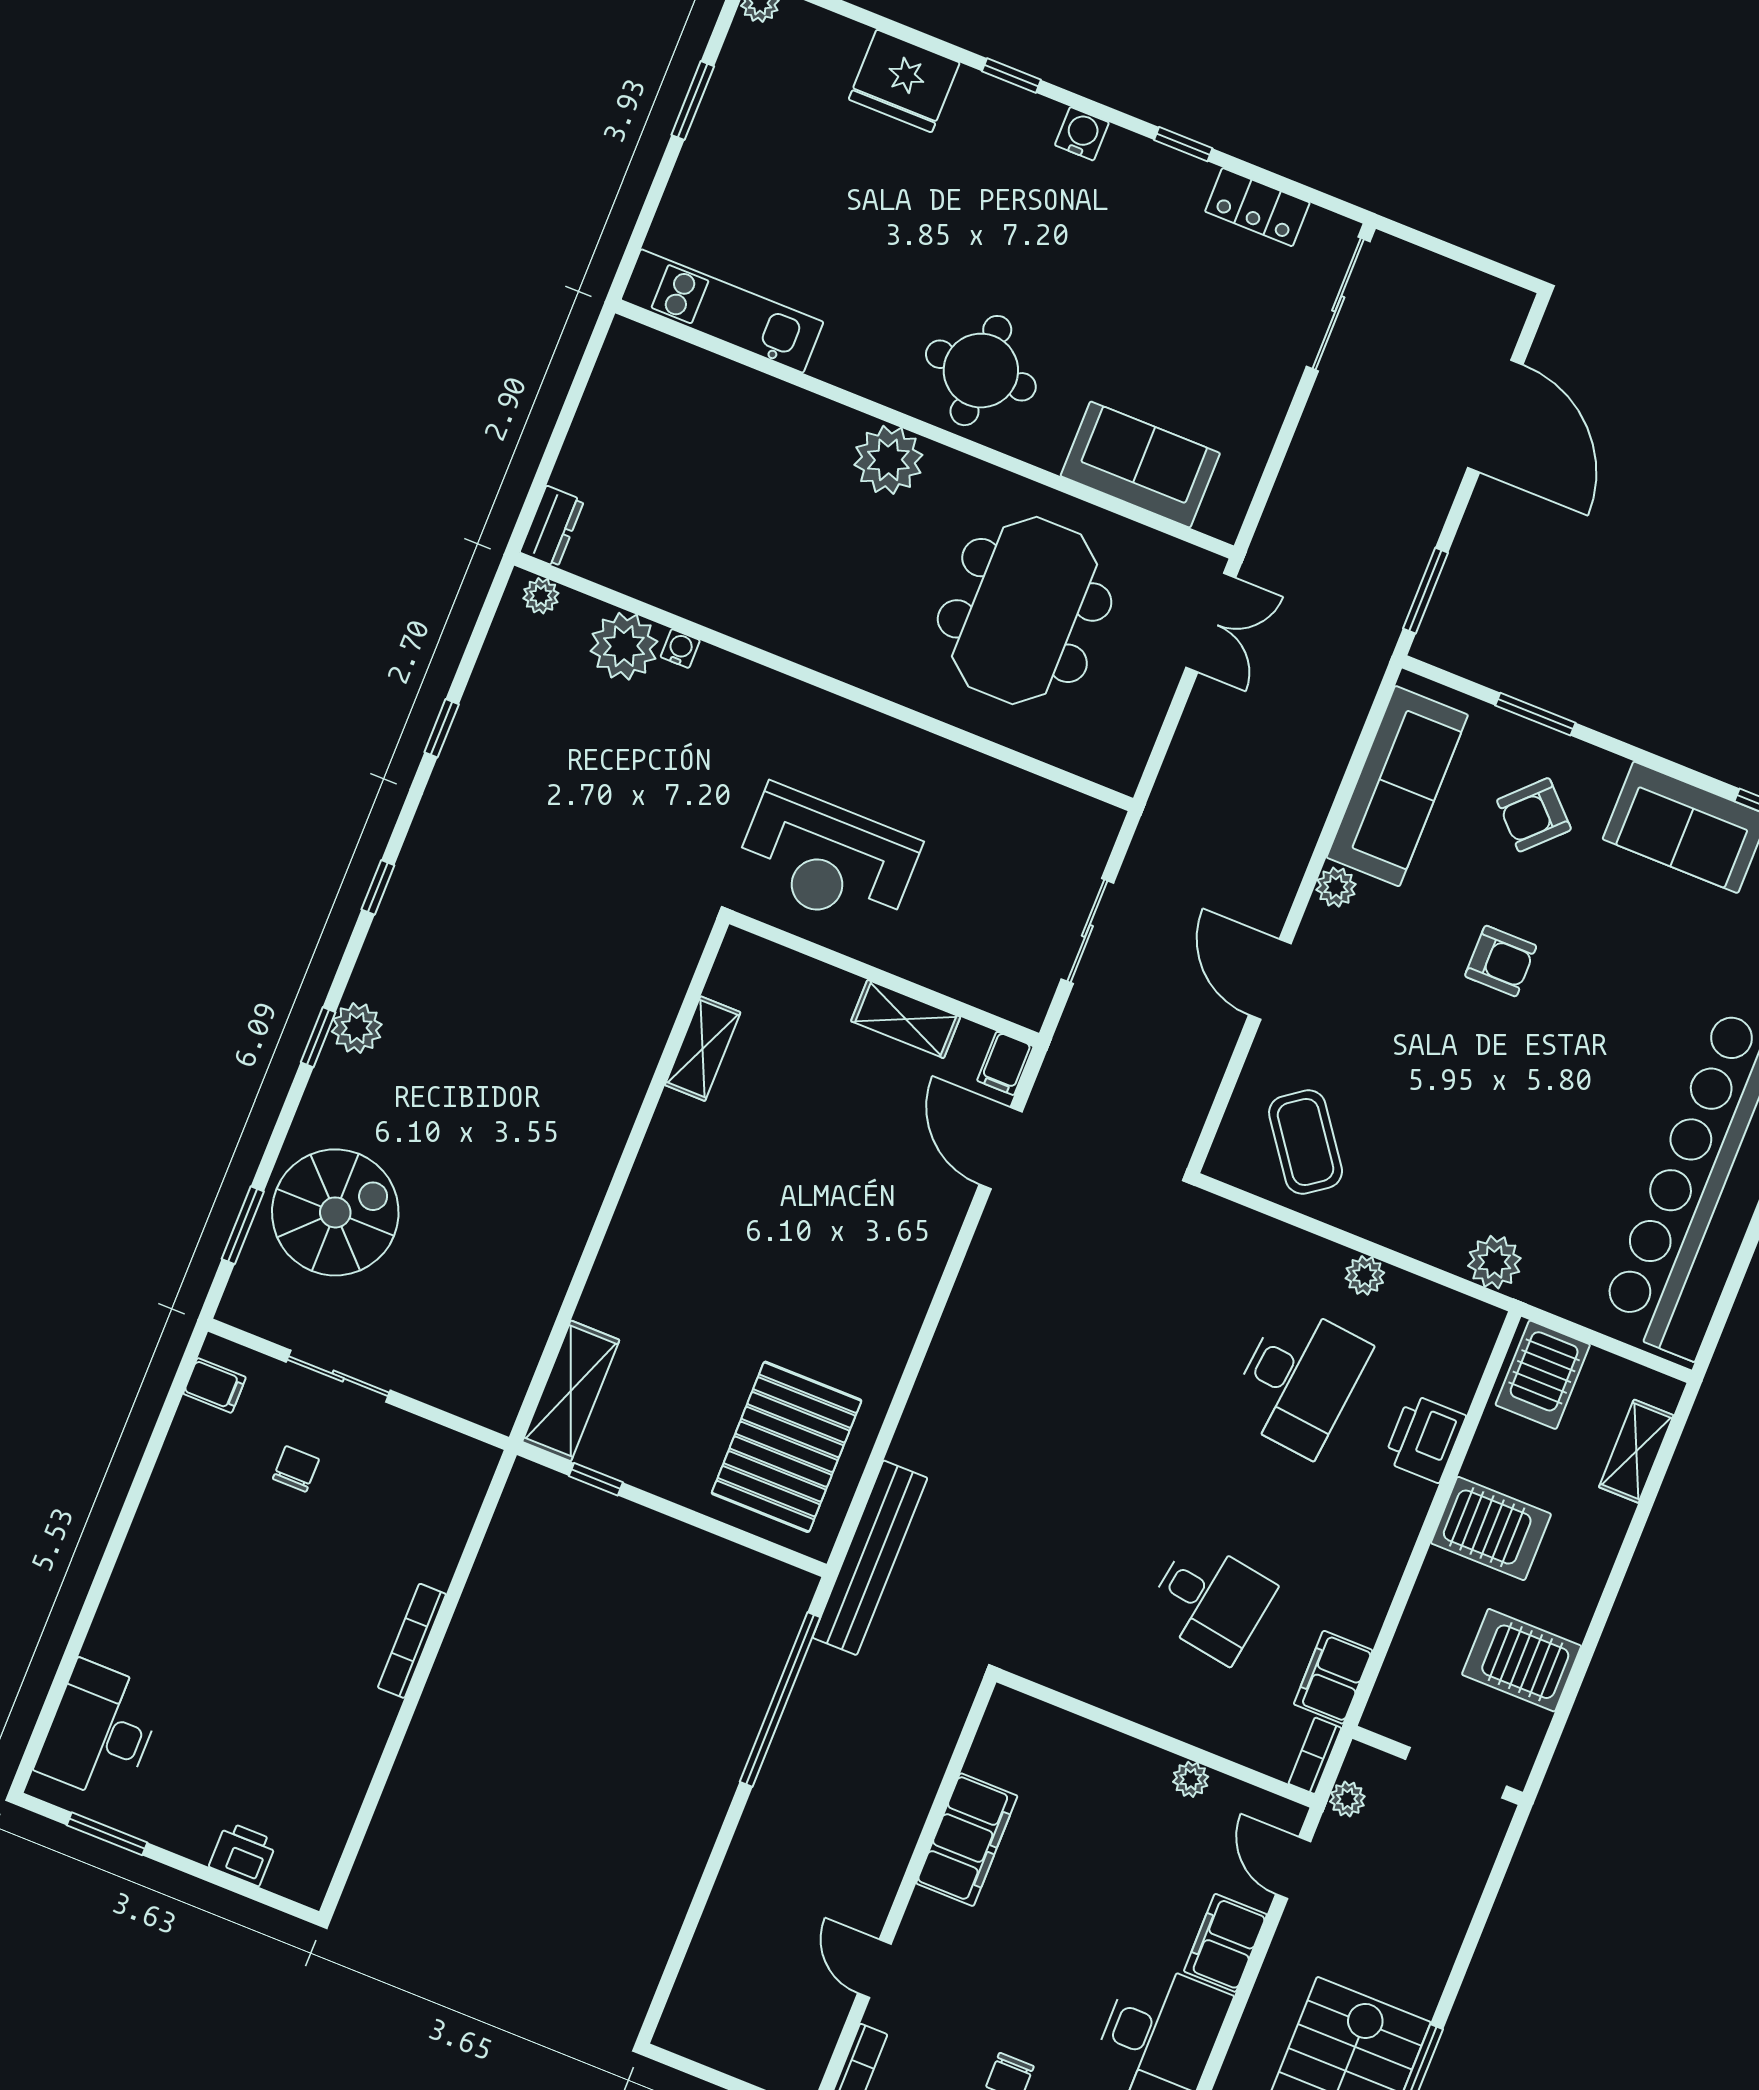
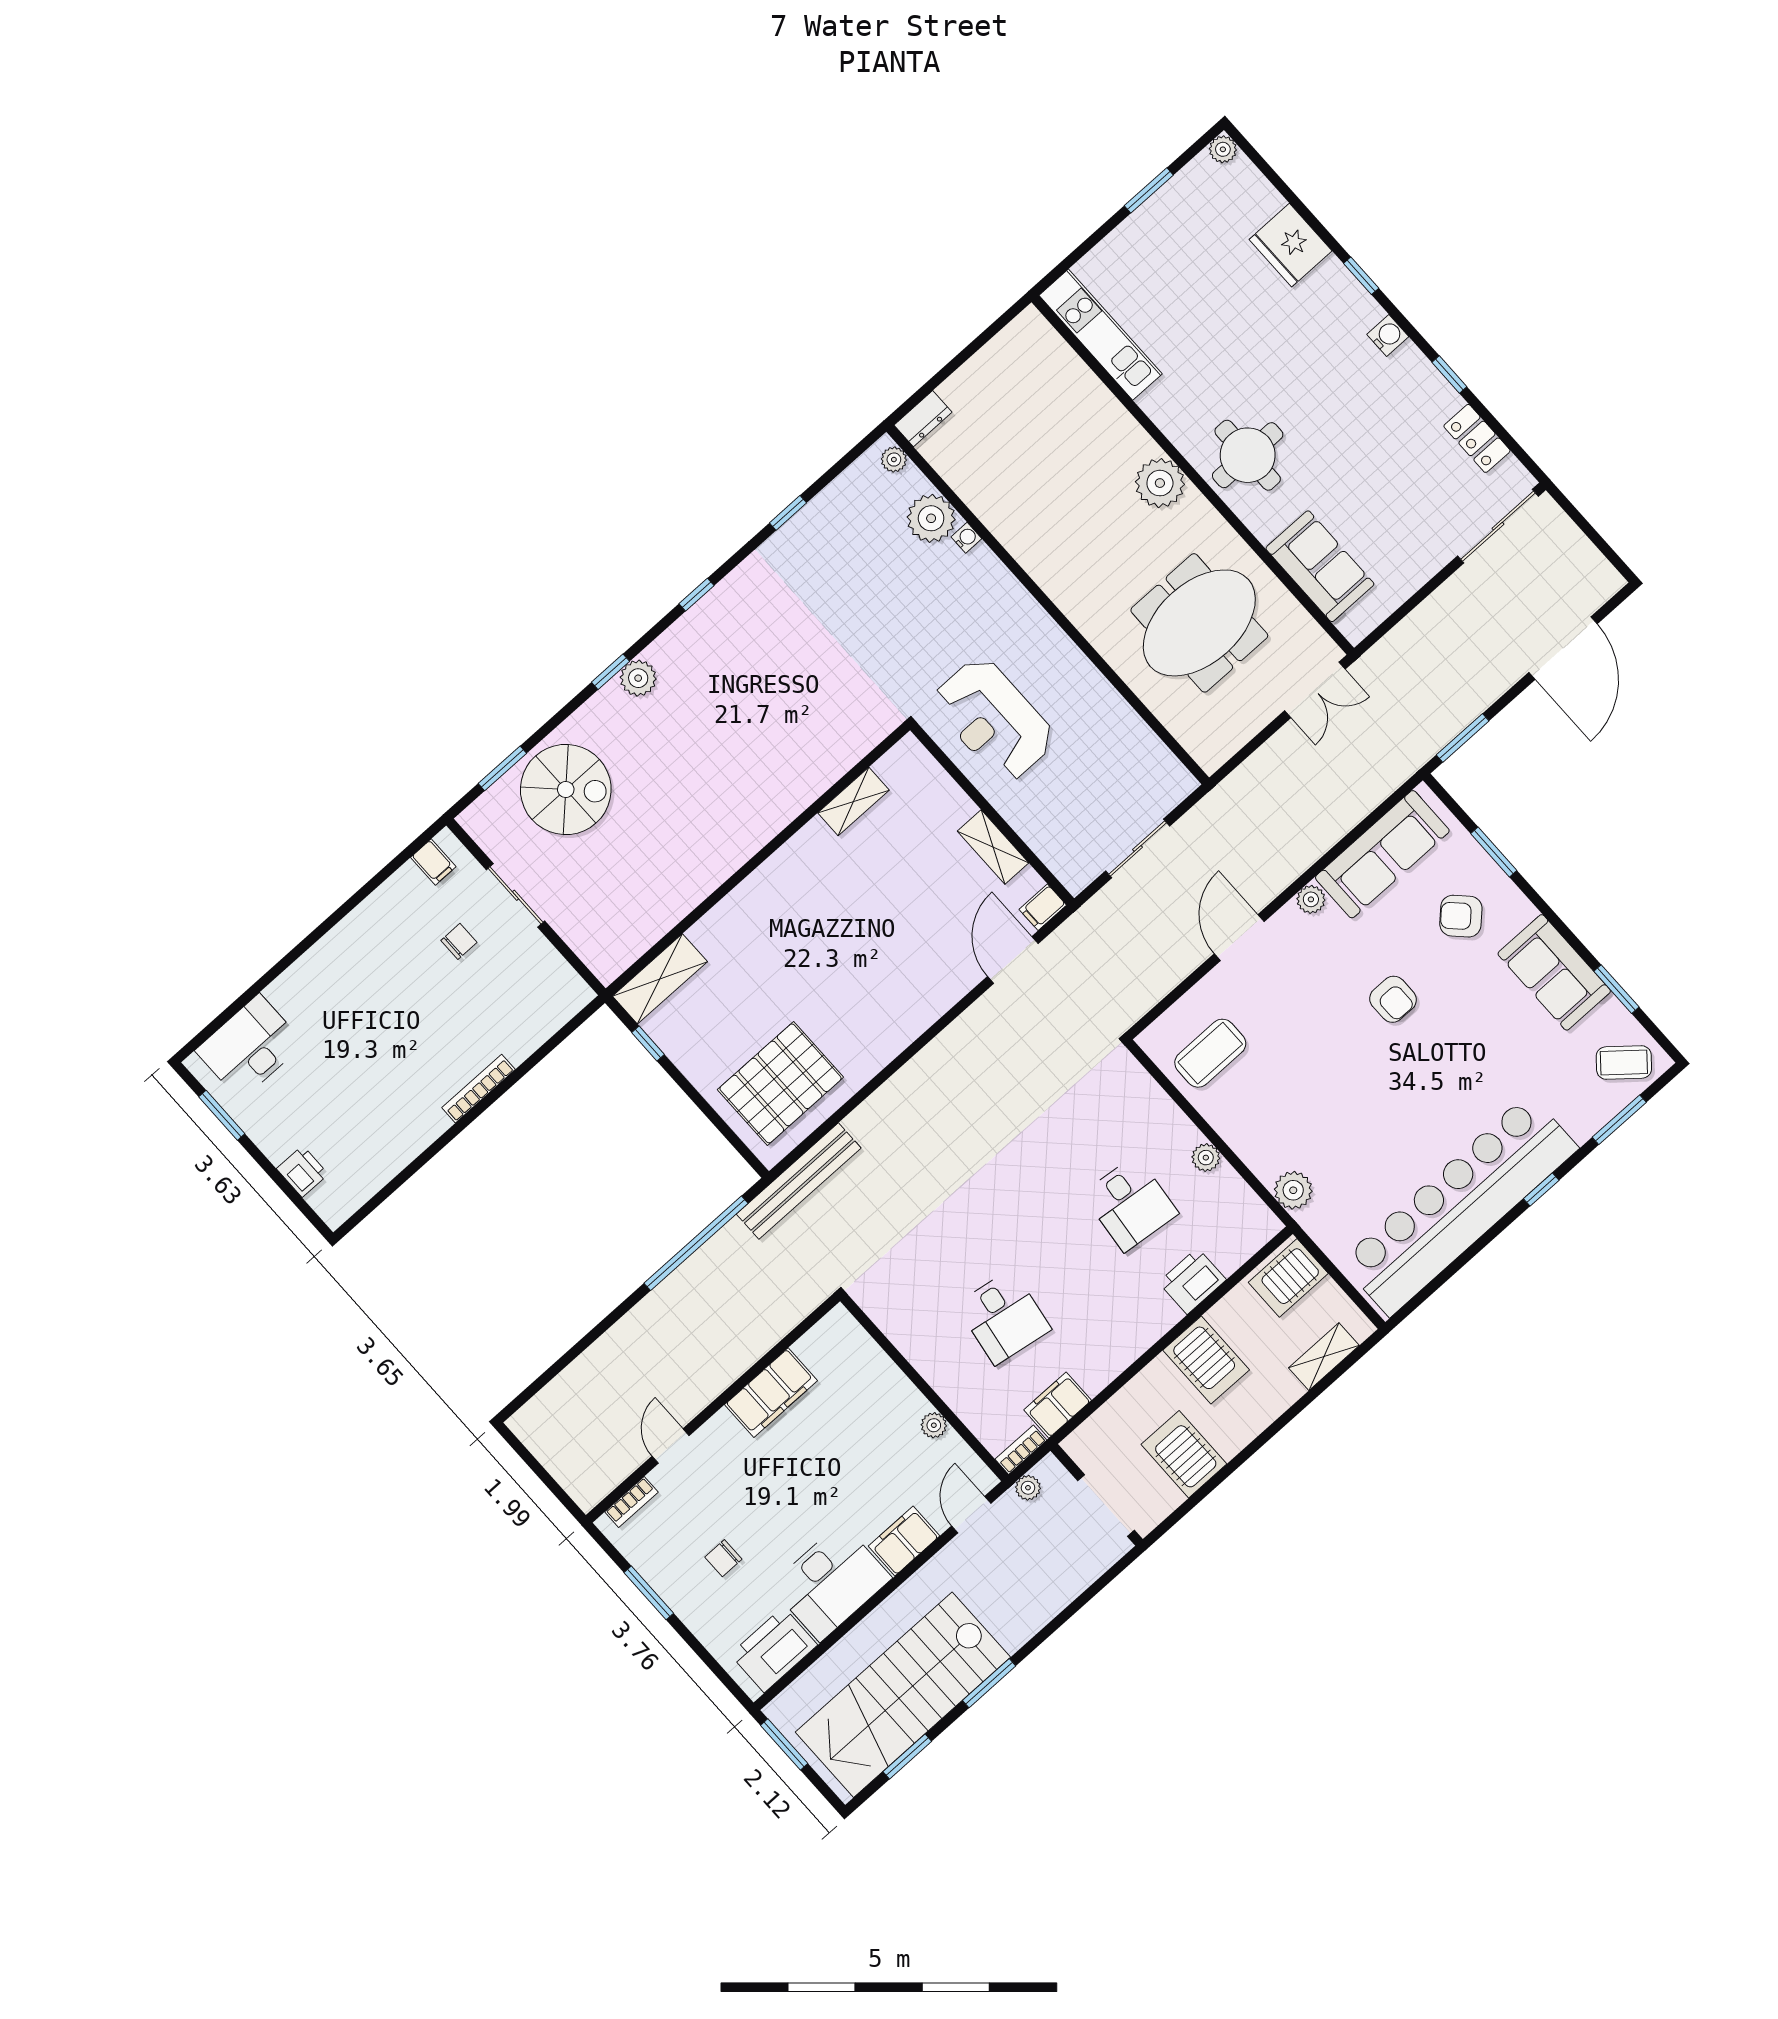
coffee table: (1306, 1142) -> (1210, 1053), turned 36
desk: (1299, 1380) -> (1130, 1204), width x0.73

